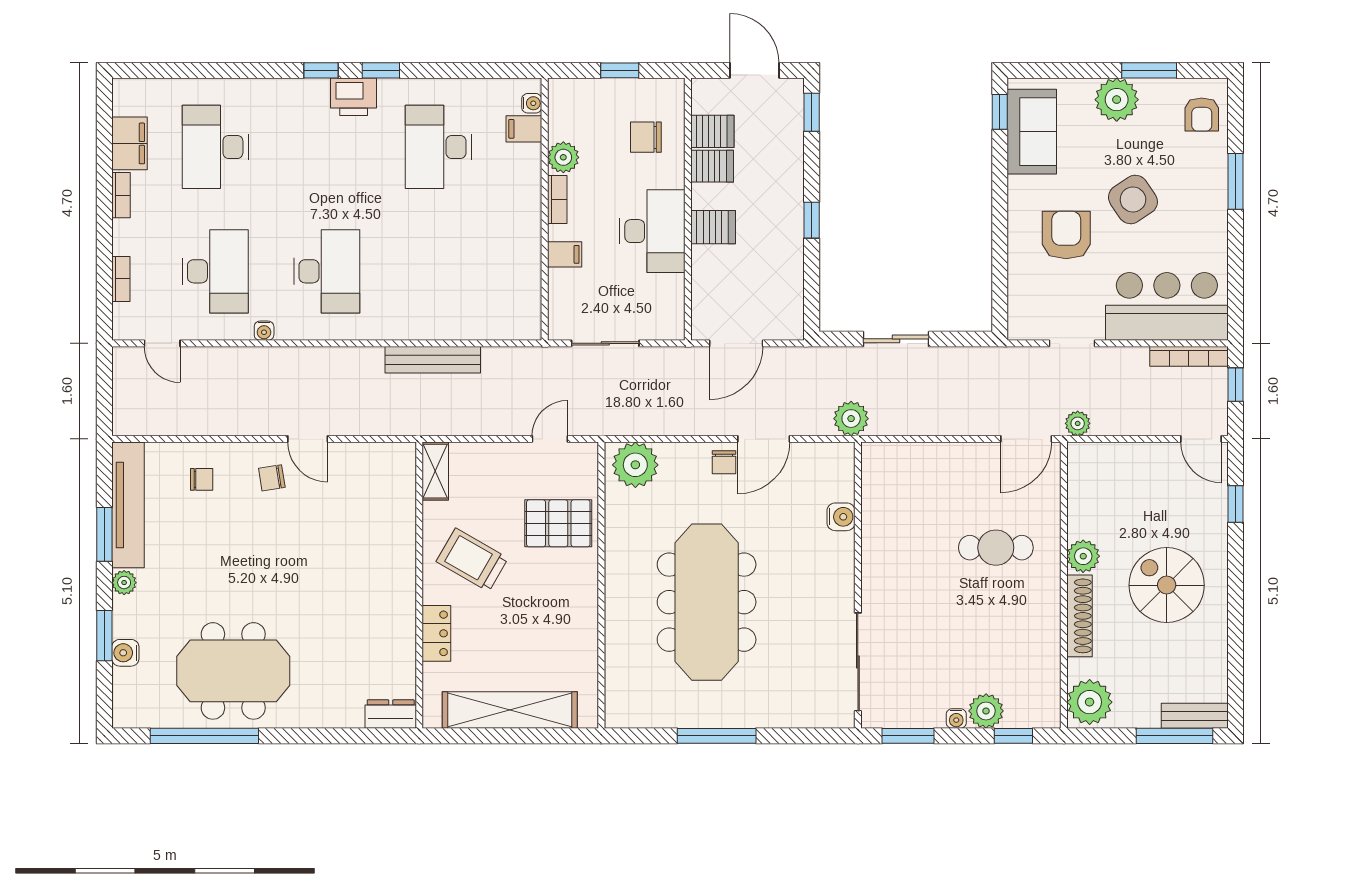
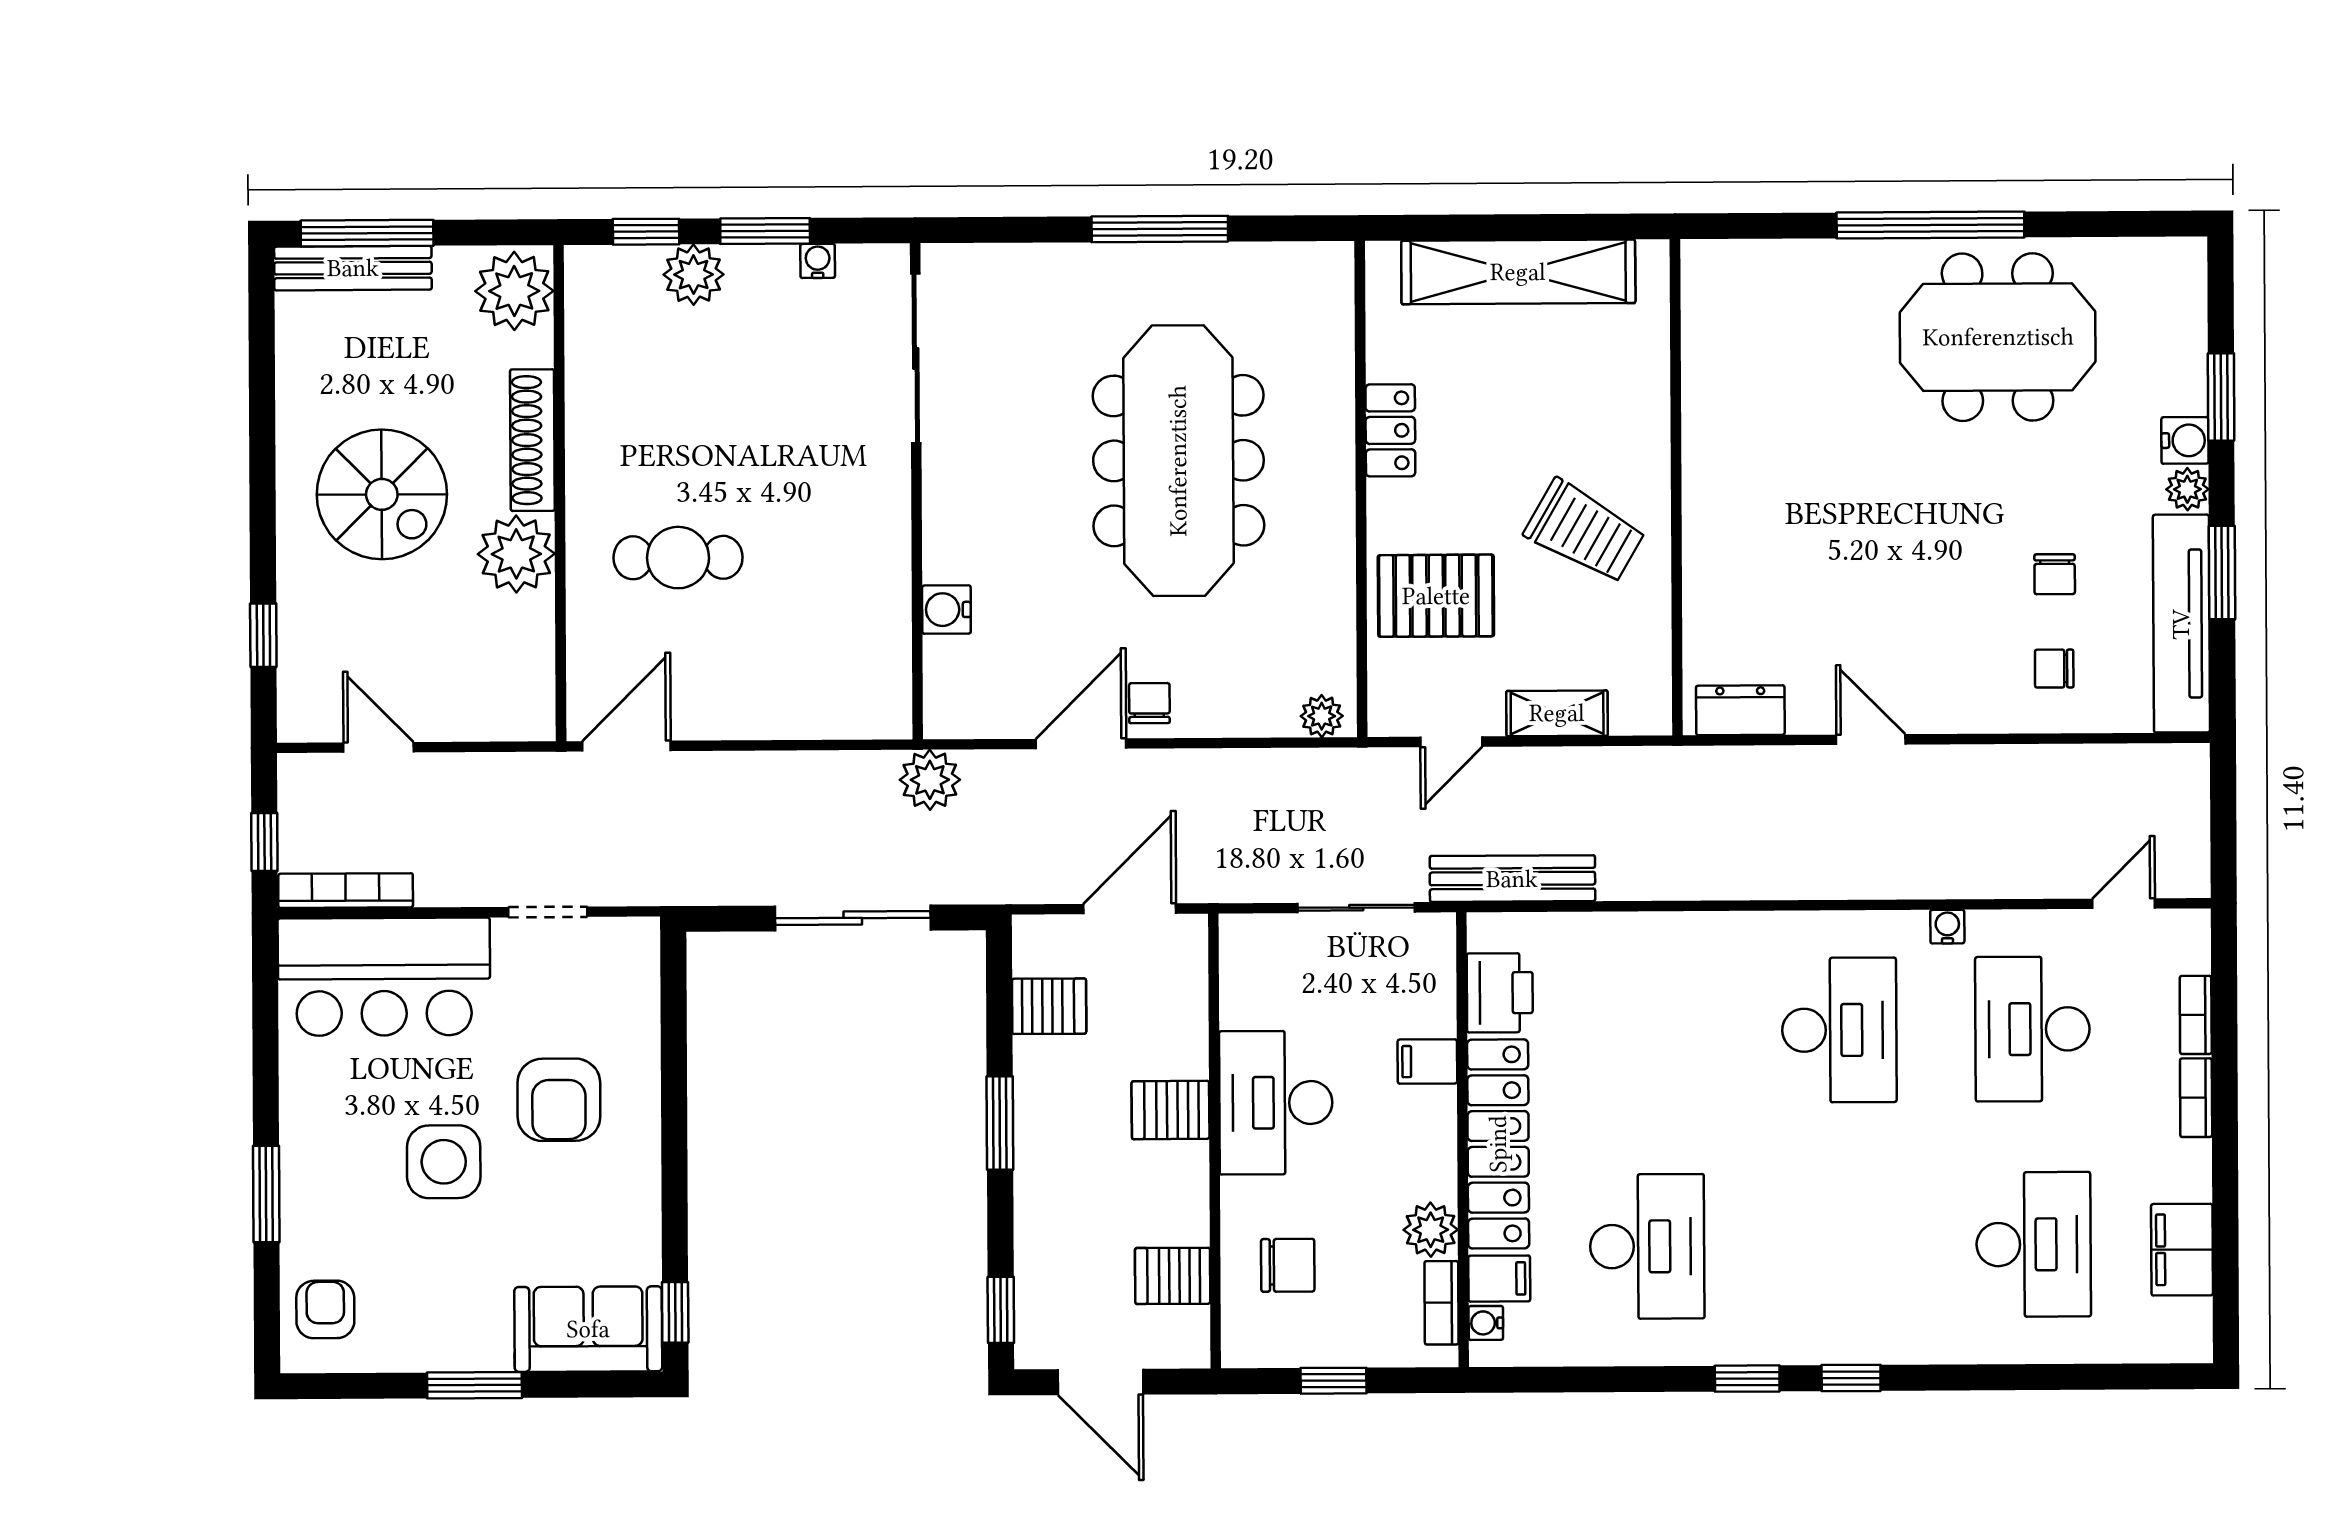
window: (1149, 70) -> (475, 1385), moved
printer: (354, 97) -> (1500, 993), moved, turned 90
plant: (1117, 100) -> (473, 1335), removed
sofa: (1032, 132) -> (588, 1329), moved, turned 90
server rack: (712, 166) -> (1049, 1006), moved, turned 180
bookcase: (121, 195) -> (2196, 1098), moved
side table: (1133, 199) -> (444, 1162), turned 34
bookcase: (557, 200) -> (1441, 1303), moved
locker: (524, 207) -> (1498, 1144), added
window: (812, 220) -> (1000, 1123), width x1.50
desk: (327, 271) -> (1839, 1030), turned 180
sliding door: (896, 339) -> (853, 918), width x1.37
door: (162, 343) -> (2124, 904), hinge flipped
bench: (433, 360) -> (1512, 879), moved
plant: (1078, 423) -> (537, 773), removed
door: (1201, 439) -> (379, 747), moved
plant: (635, 465) -> (1322, 716), width x0.53, depth x0.53
shelving: (435, 471) -> (1557, 713), moved, turned 90
chair: (272, 478) -> (2055, 574), moved, turned 99
plant: (1083, 556) -> (516, 554), width x1.36, depth x1.36
locker: (436, 633) -> (1390, 430), moved, turned 180
water cooler: (125, 653) -> (2185, 440), moved
dresser: (391, 714) -> (1740, 710), moved, turned 180
bench: (1195, 716) -> (353, 268), width x1.36
water cooler: (956, 719) -> (818, 261), moved
window: (204, 736) -> (1930, 225), moved
window: (908, 736) -> (765, 231), moved

